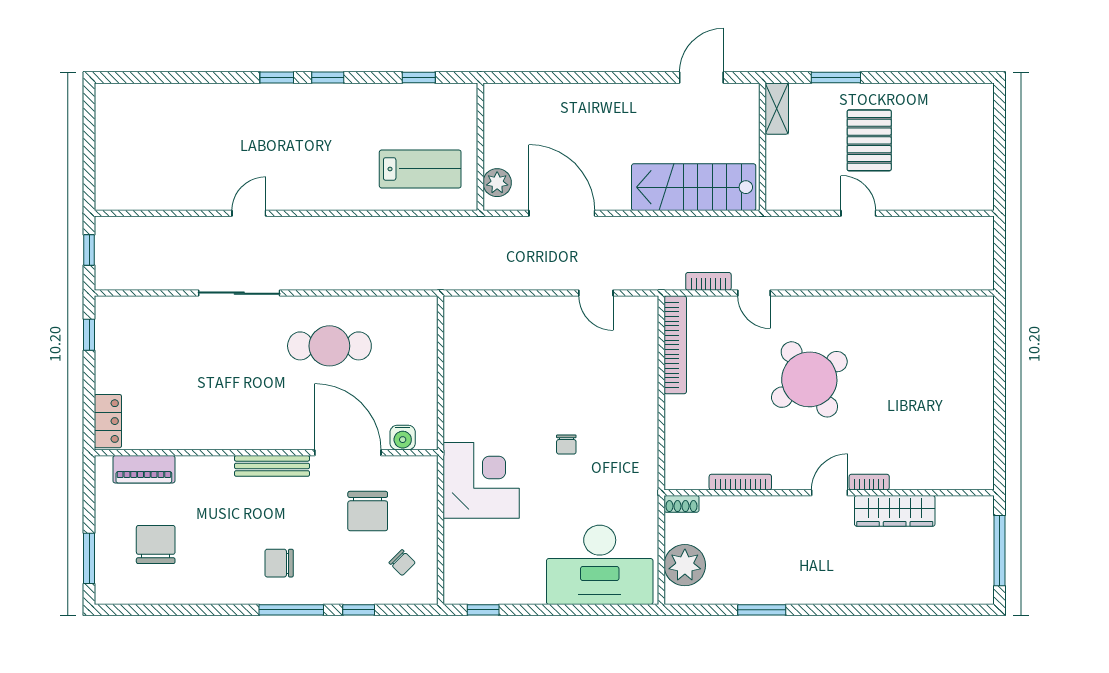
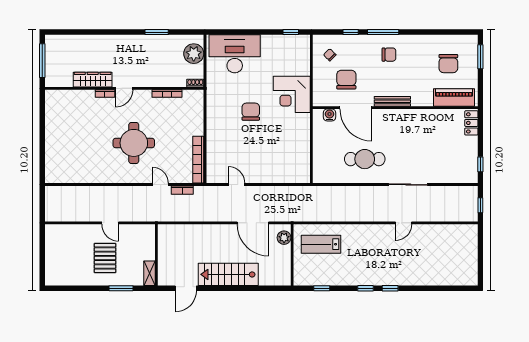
stairs: (694, 187) -> (228, 274), moved, turned 180
round table: (809, 379) -> (134, 143), turned 33
chair: (566, 444) -> (251, 112), width x1.87, depth x1.87
piano: (144, 469) -> (454, 98), width x1.37, depth x1.33

